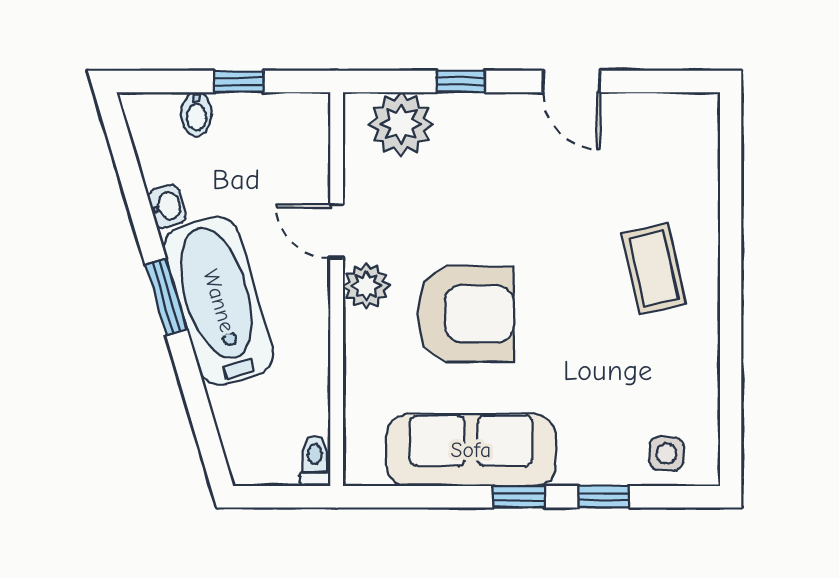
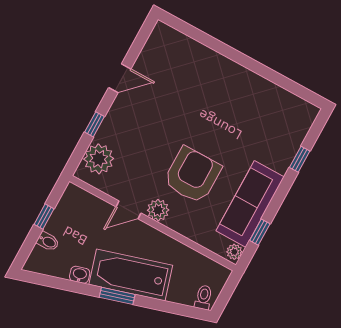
coffee table: (654, 268) -> (216, 87), removed
side table: (666, 454) -> (296, 124), removed
toilet: (315, 461) -> (204, 297), moved, turned 74
plant: (366, 469) -> (234, 252), added
window: (519, 497) -> (260, 232), moved

